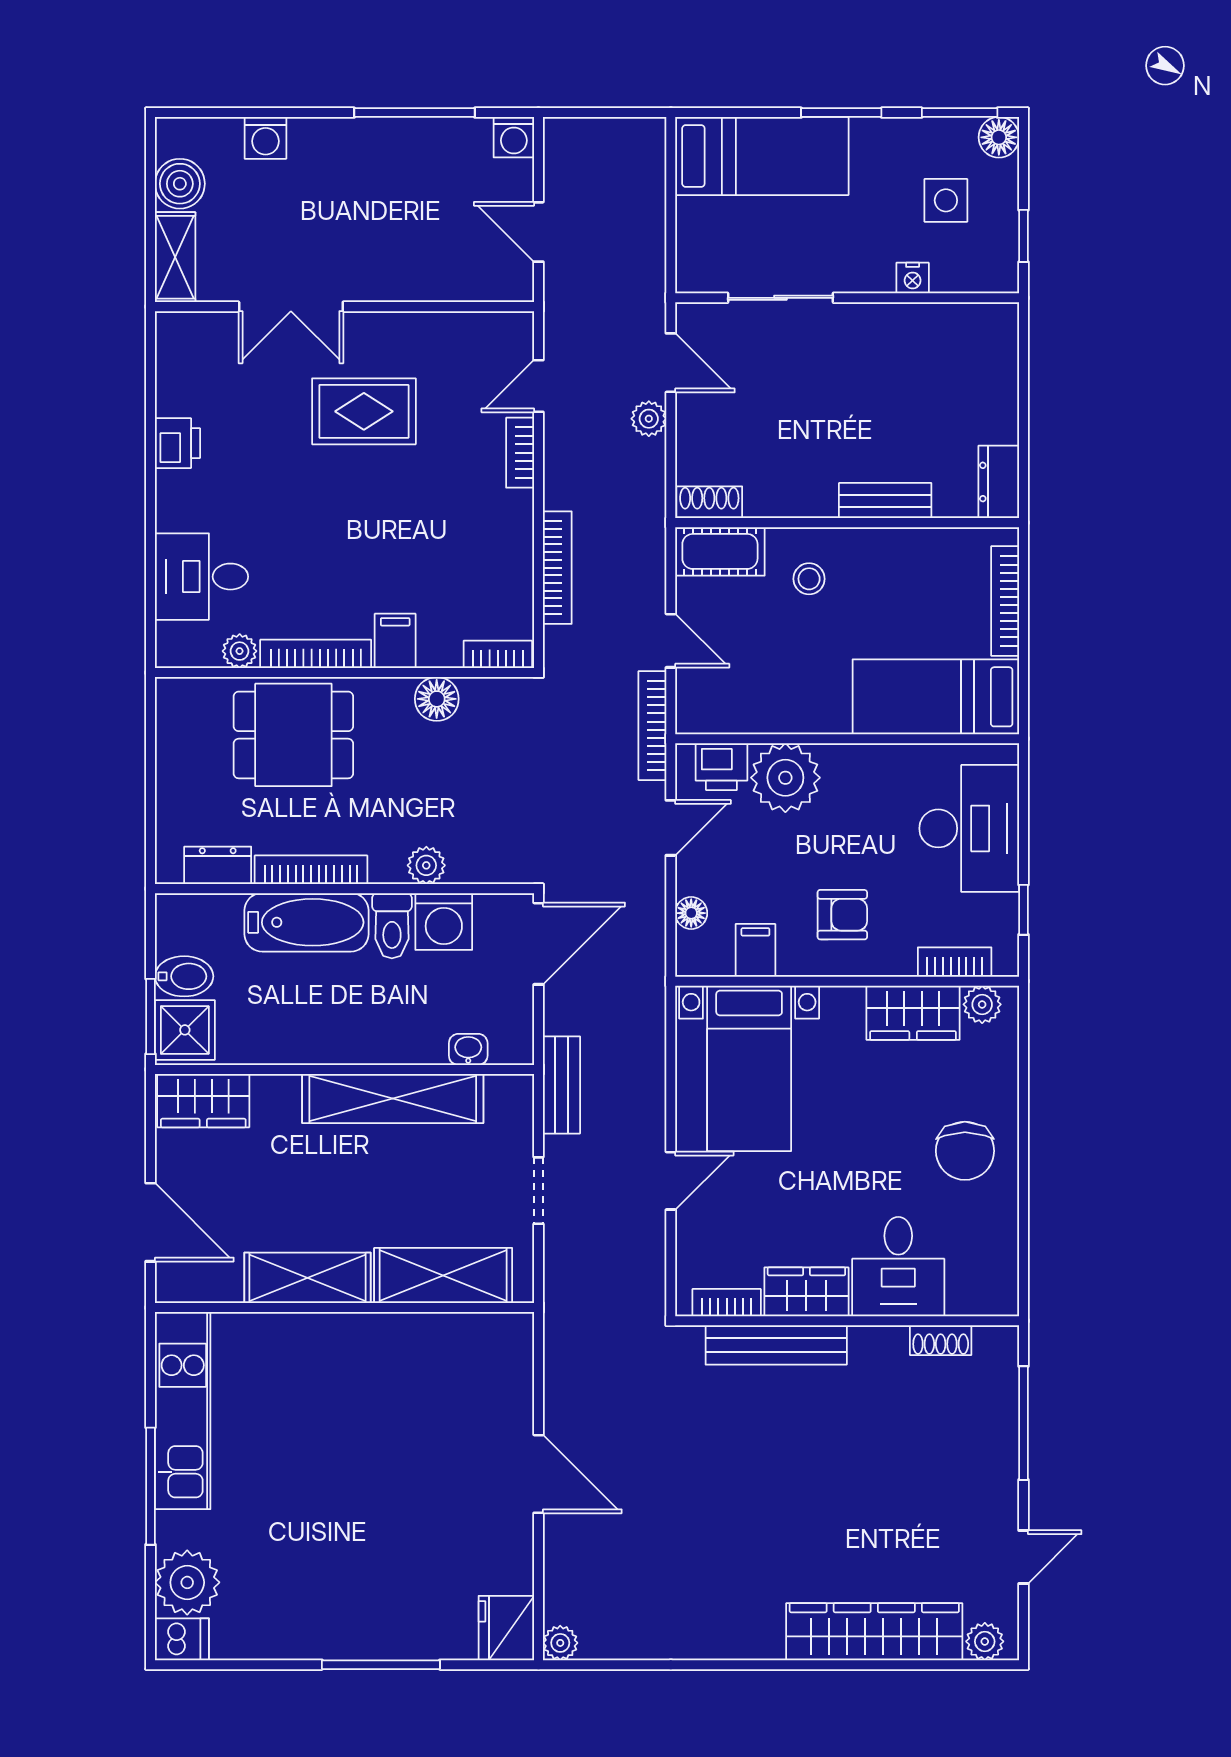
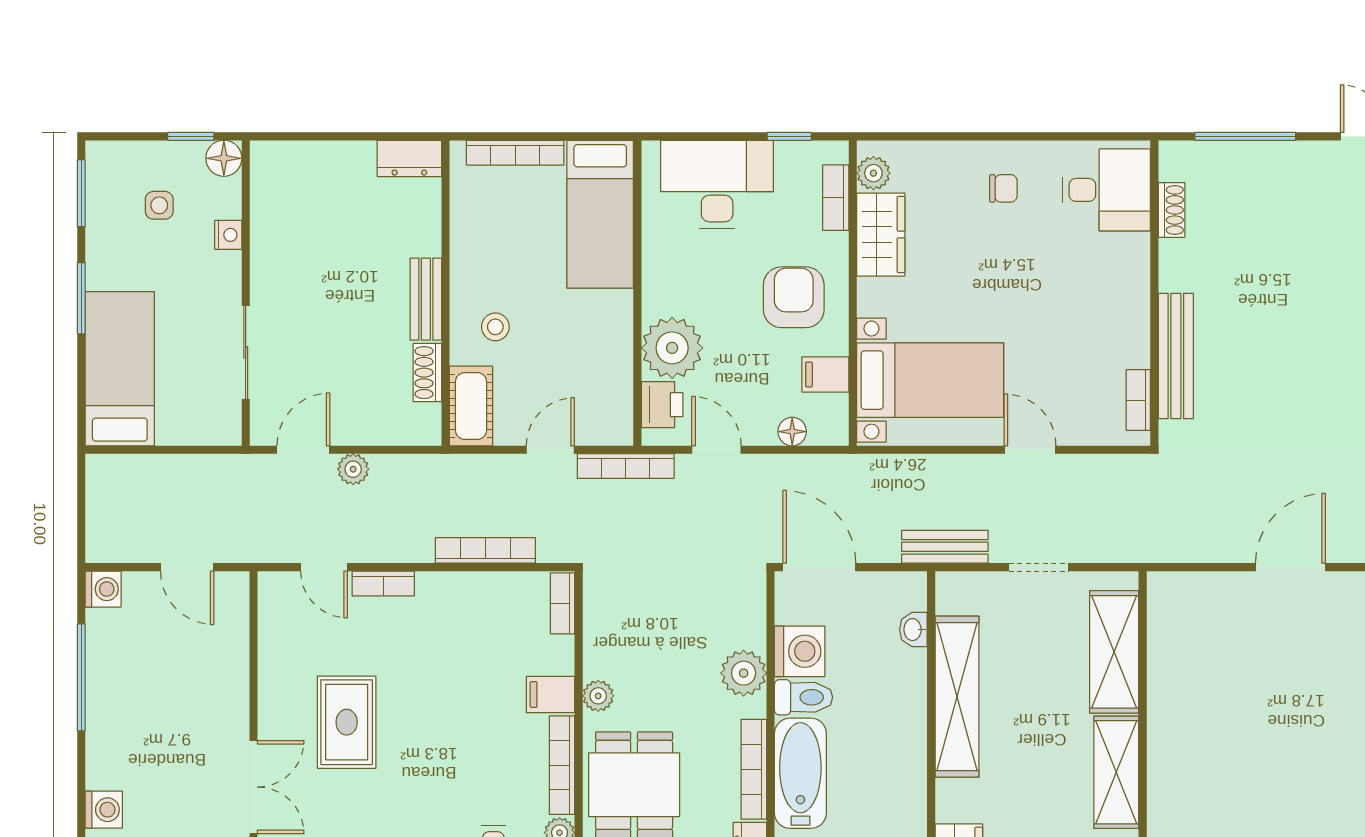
floor lamp: (999, 137) -> (224, 158), moved
side table: (946, 200) -> (159, 205), width x0.73, depth x0.73
door: (538, 232) -> (187, 567), hinge flipped
bench: (885, 501) -> (426, 299), moved
shoe rack: (709, 502) -> (427, 373), moved
plant: (394, 695) -> (598, 696), added
floor lamp: (437, 699) -> (602, 658), removed
plant: (426, 865) -> (744, 673), width x1.38, depth x1.38
armchair: (842, 915) -> (794, 297), width x1.38, depth x1.38
chair: (965, 1151) -> (1003, 188), width x0.54, depth x0.54
desk: (898, 1267) -> (1106, 190), moved
wardrobe: (806, 1292) -> (1129, 329), removed

